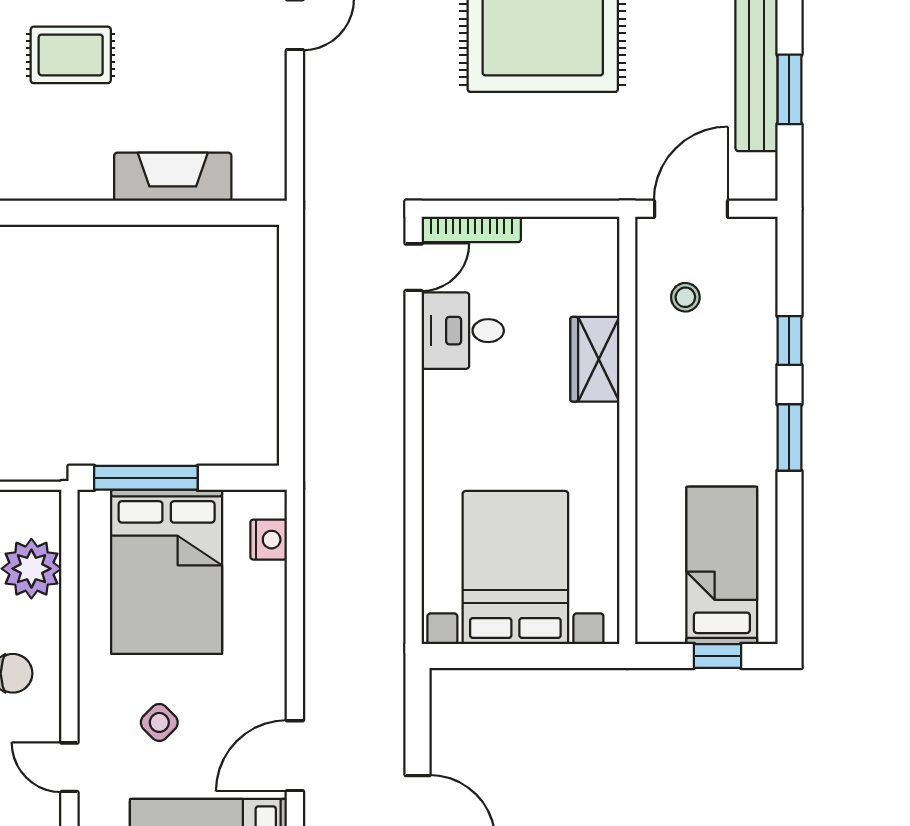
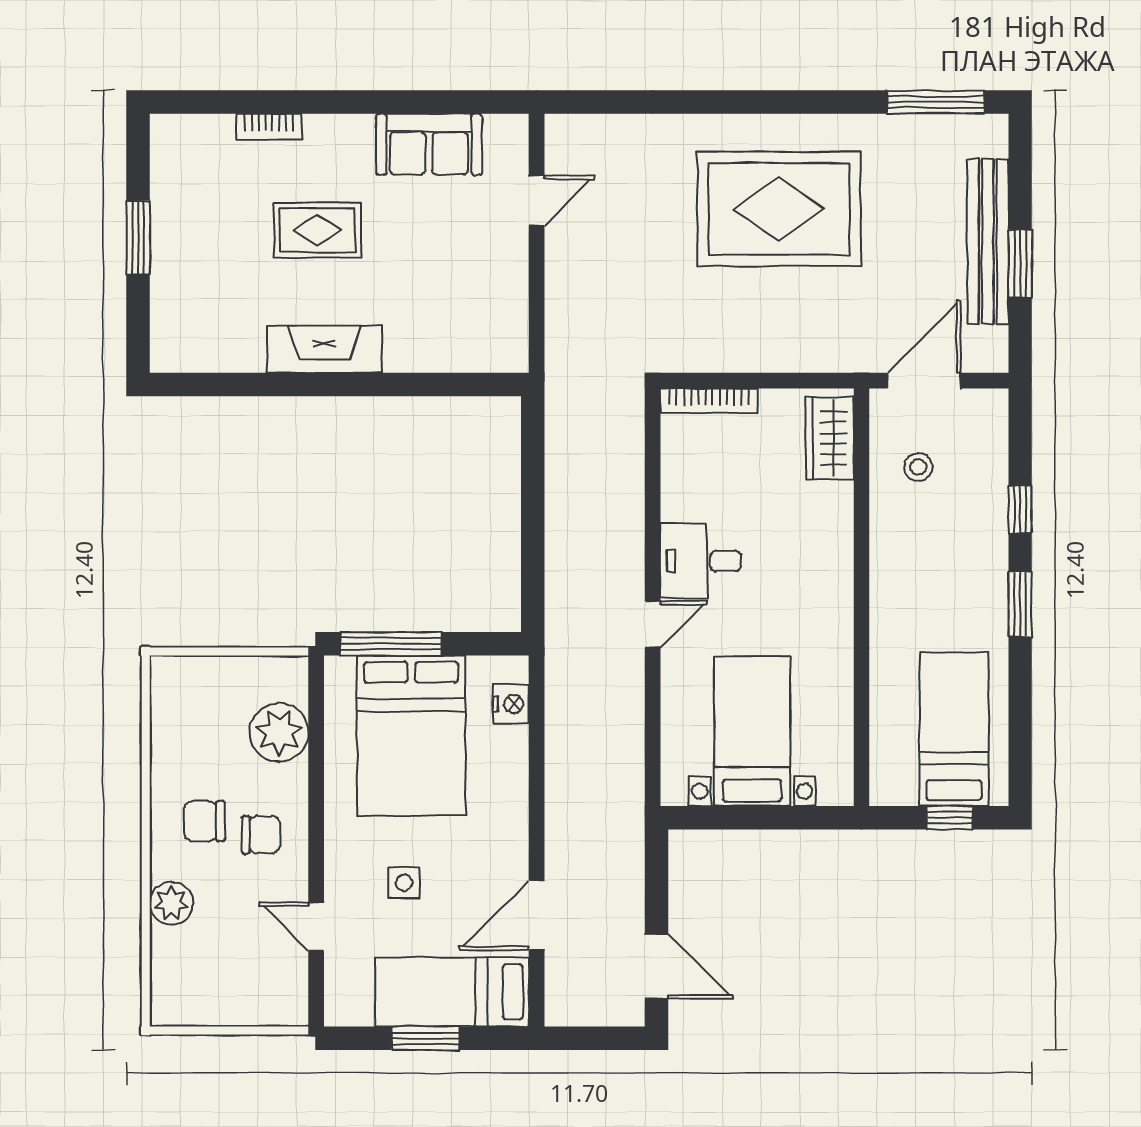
fireplace: (173, 177) -> (324, 349), moved
door: (414, 267) -> (653, 625), moved
desk: (463, 331) -> (701, 561), moved
wardrobe: (595, 359) -> (830, 438), moved
bed with nightstands: (515, 568) -> (752, 731), width x0.73
side table: (159, 722) -> (404, 883), turned 45

